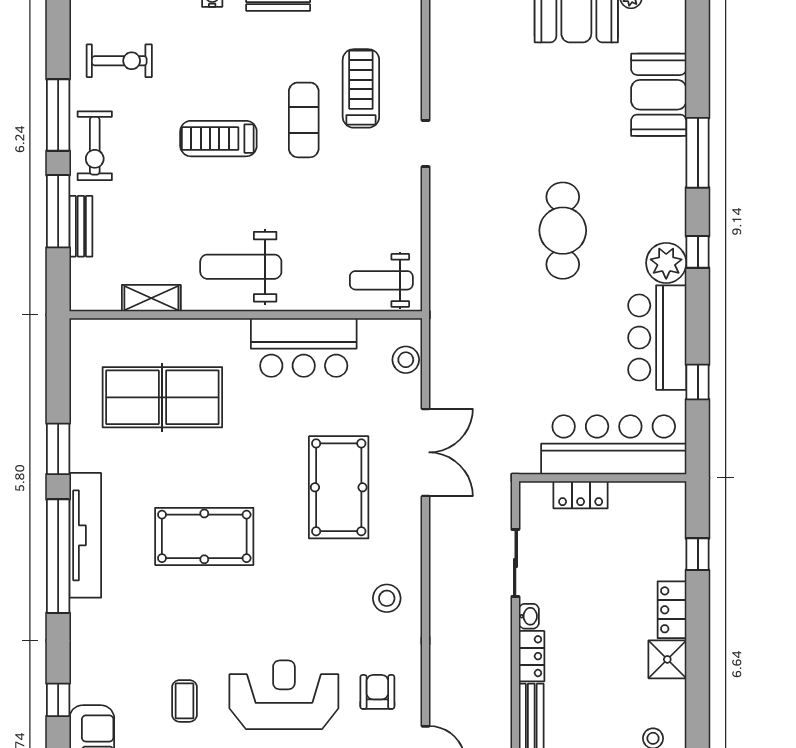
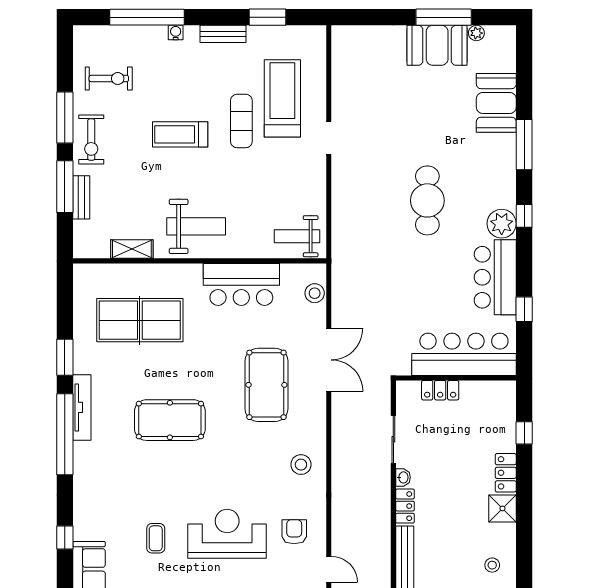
treadmill: (361, 88) -> (282, 98), width x1.37, depth x1.37
weight bench: (241, 267) -> (196, 226), turned 180
tv unit: (85, 535) -> (82, 407), width x0.73, depth x0.78

